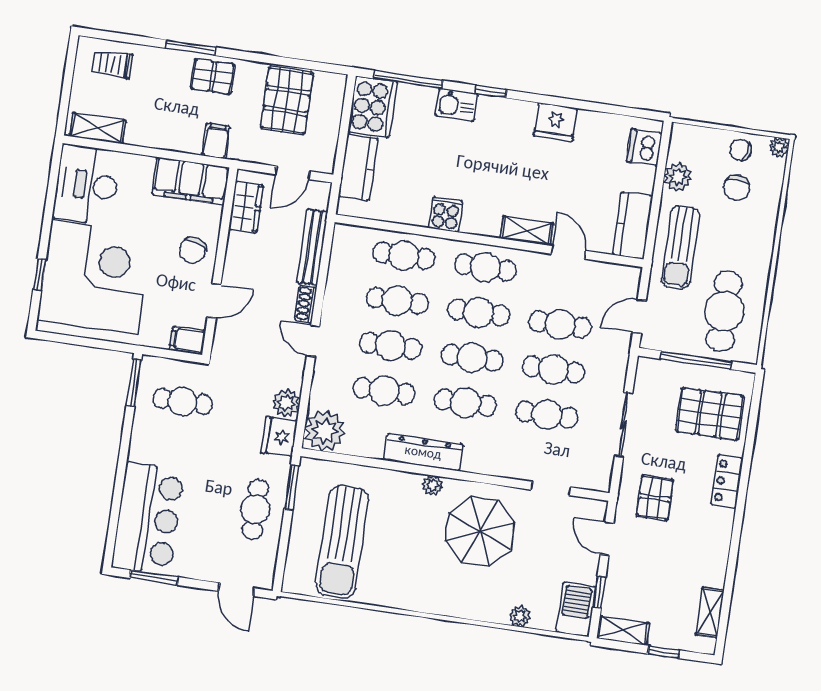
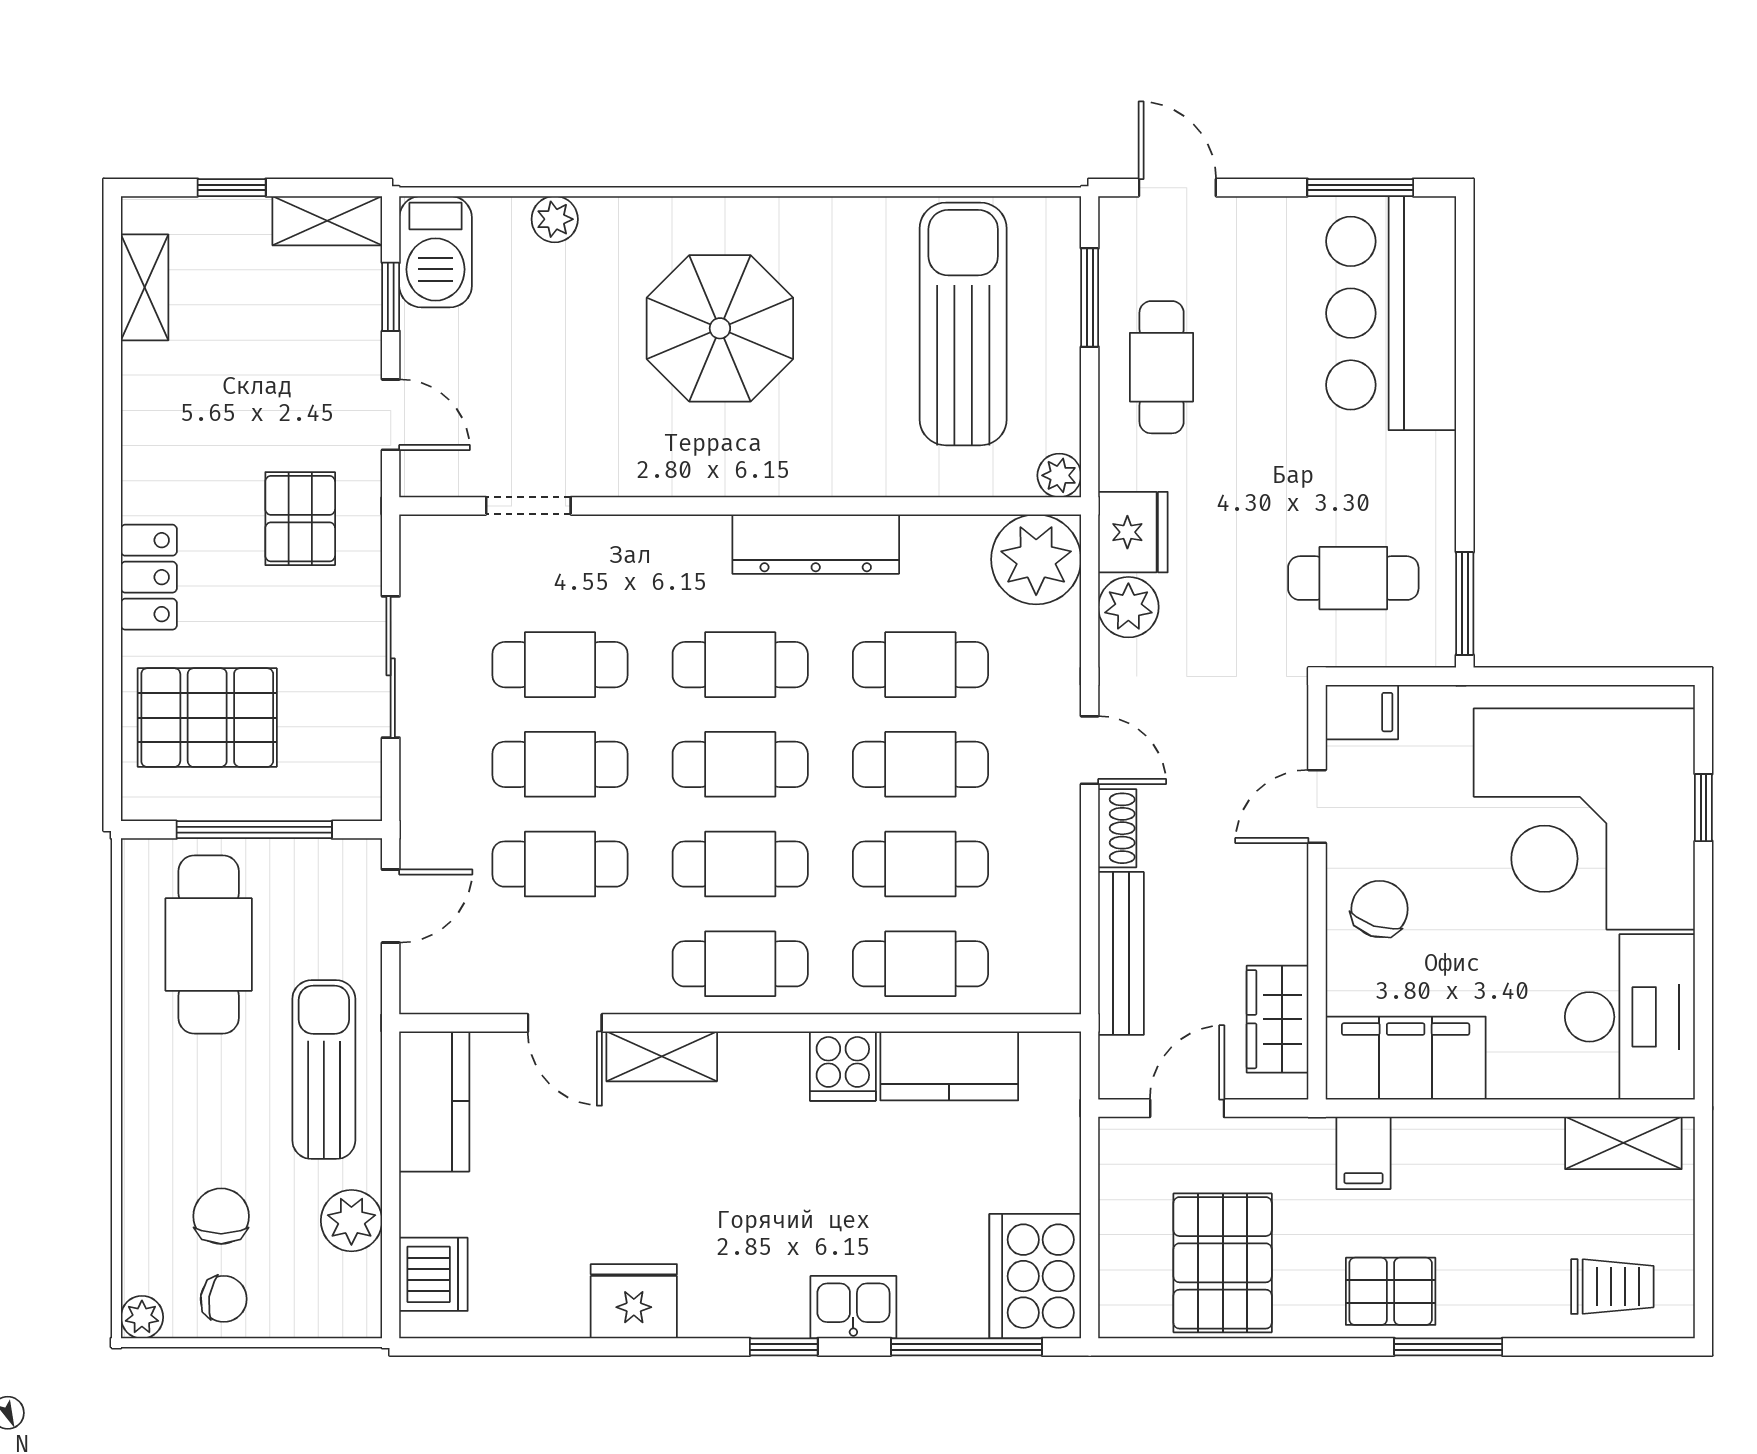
kitchen counter: (358, 167) -> (949, 1066), moved, turned -90
plant: (432, 485) -> (1059, 475), moved
window: (292, 487) -> (1090, 298), moved
parasol: (480, 531) -> (720, 328), moved

